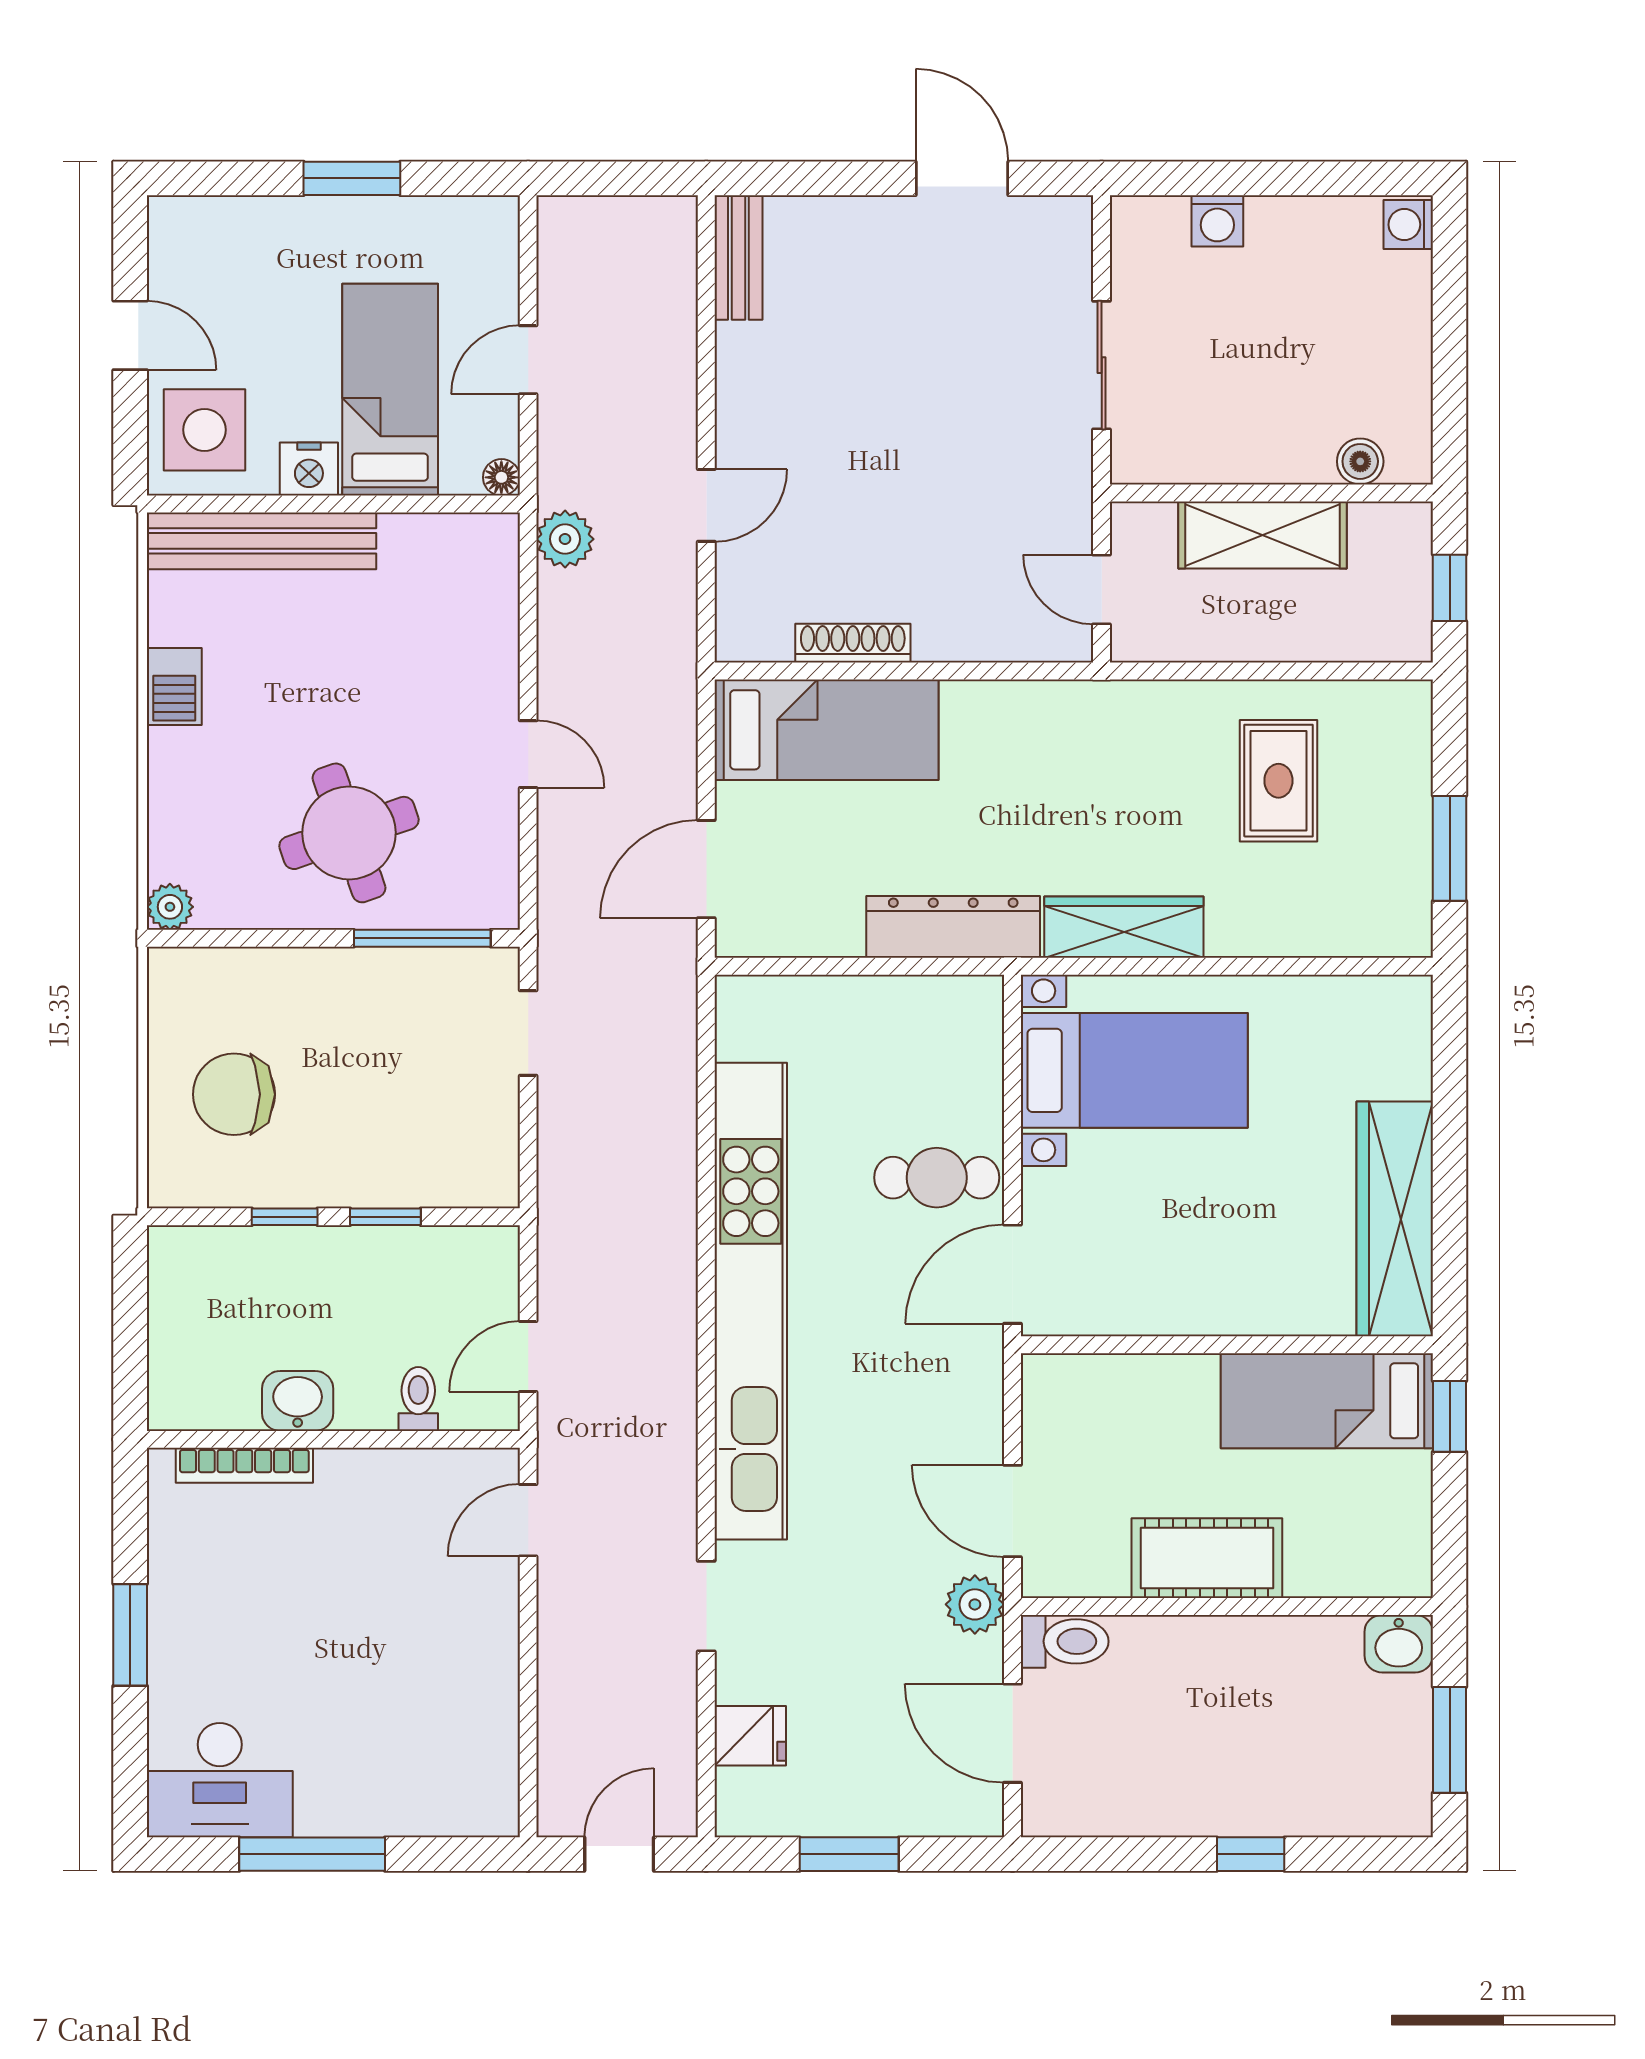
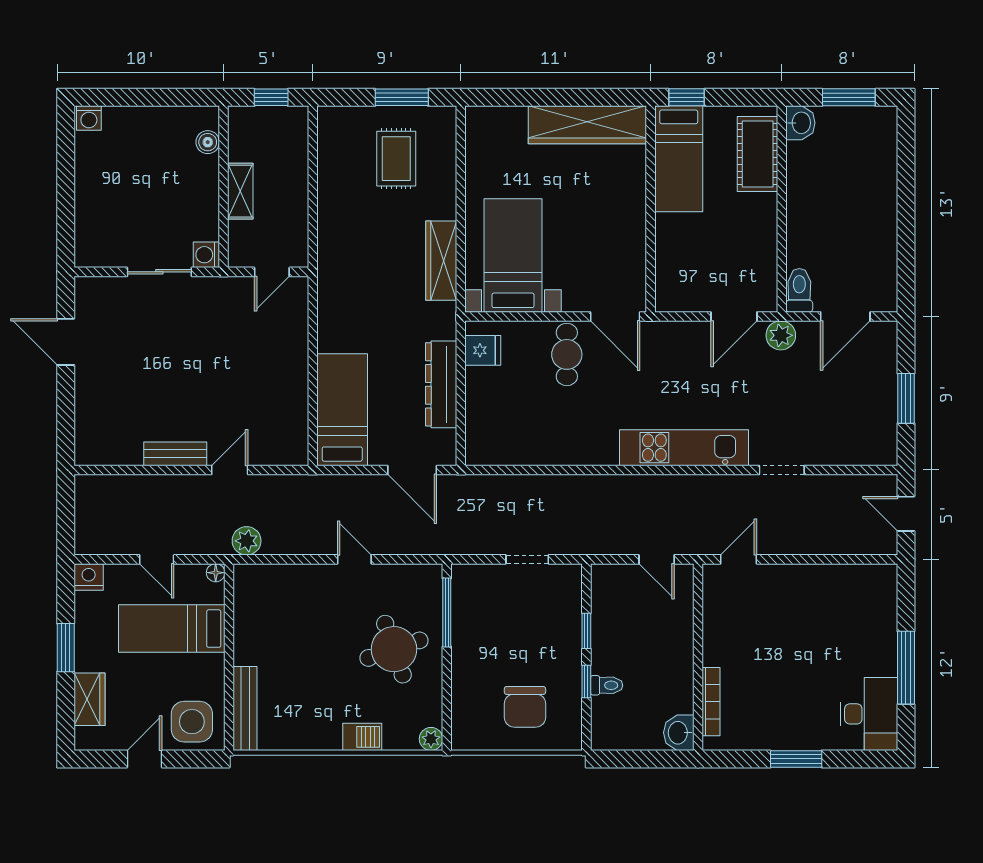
door: (962, 178) -> (66, 342), hinge flipped
washing machine: (1217, 221) -> (206, 255), moved, turned 180
wardrobe: (249, 226) -> (89, 699), added
bench: (738, 258) -> (175, 454), moved
nightstand: (309, 469) -> (89, 577), moved, turned -90
door: (706, 505) -> (230, 470), hinge flipped
shelving: (1263, 535) -> (240, 191), width x0.67, depth x0.75
bench: (261, 541) -> (245, 708), width x0.73, depth x0.82
shoe rack: (853, 643) -> (299, 397), removed
barbecue: (174, 687) -> (362, 737), moved
door: (528, 754) -> (354, 559), hinge flipped
rug: (1278, 781) -> (396, 159), moved, turned 90
dresser: (953, 927) -> (441, 384), moved
doorway: (528, 1033) -> (527, 559), moved
kitchen unit: (751, 1301) -> (684, 448), width x0.54
toilet: (418, 1399) -> (607, 685), moved, turned 180
washbasin: (298, 1401) -> (679, 733), moved
door: (528, 1520) -> (739, 559), swing flipped
cot: (1207, 1558) -> (758, 154), moved
fridge: (750, 1736) -> (483, 350), moved, turned 90
window: (1251, 1854) -> (906, 197), removed

